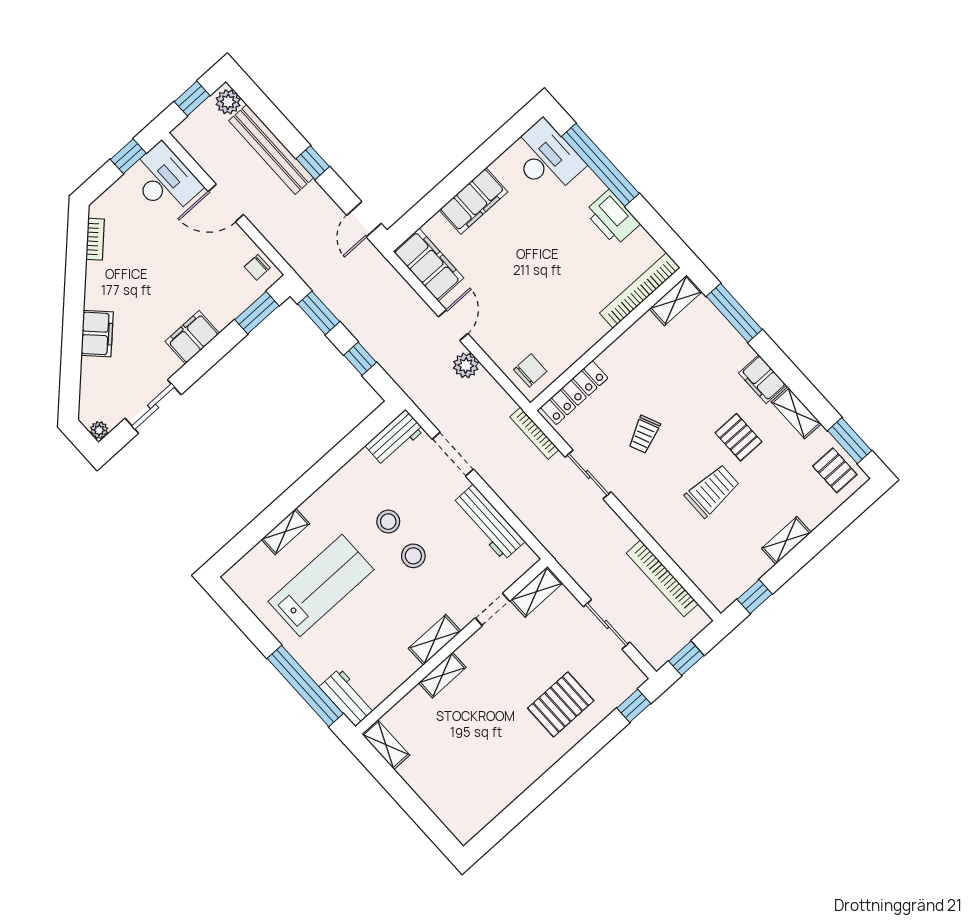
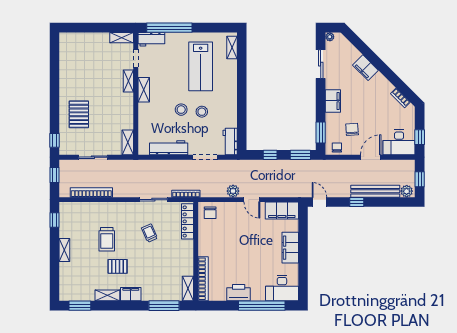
chair: (209, 269) -> (352, 129), added
pallet: (835, 470) -> (74, 291), removed
shelving: (285, 532) -> (232, 47), moved
doorway: (492, 610) -> (136, 58), moved

